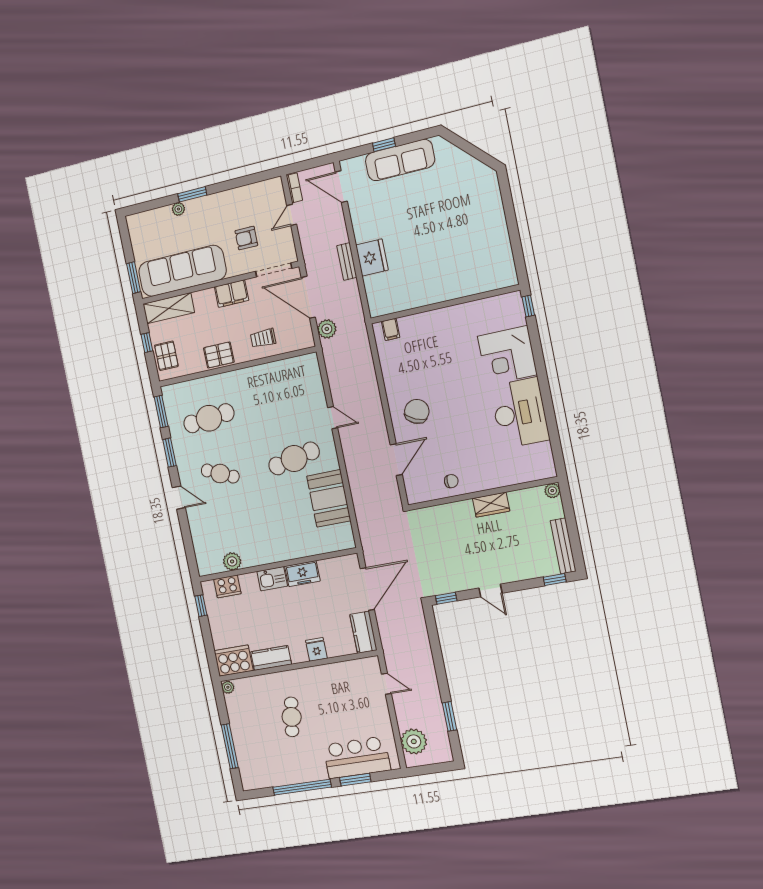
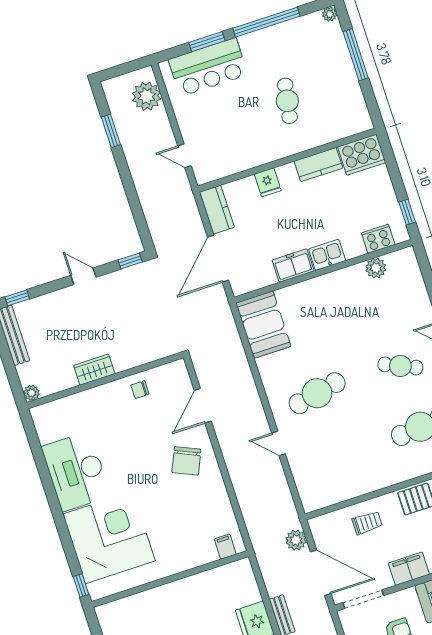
corner desk: (507, 355) -> (109, 537), width x1.36, depth x1.36
booth: (329, 498) -> (263, 325), moved
plant: (228, 687) -> (330, 14), moved

